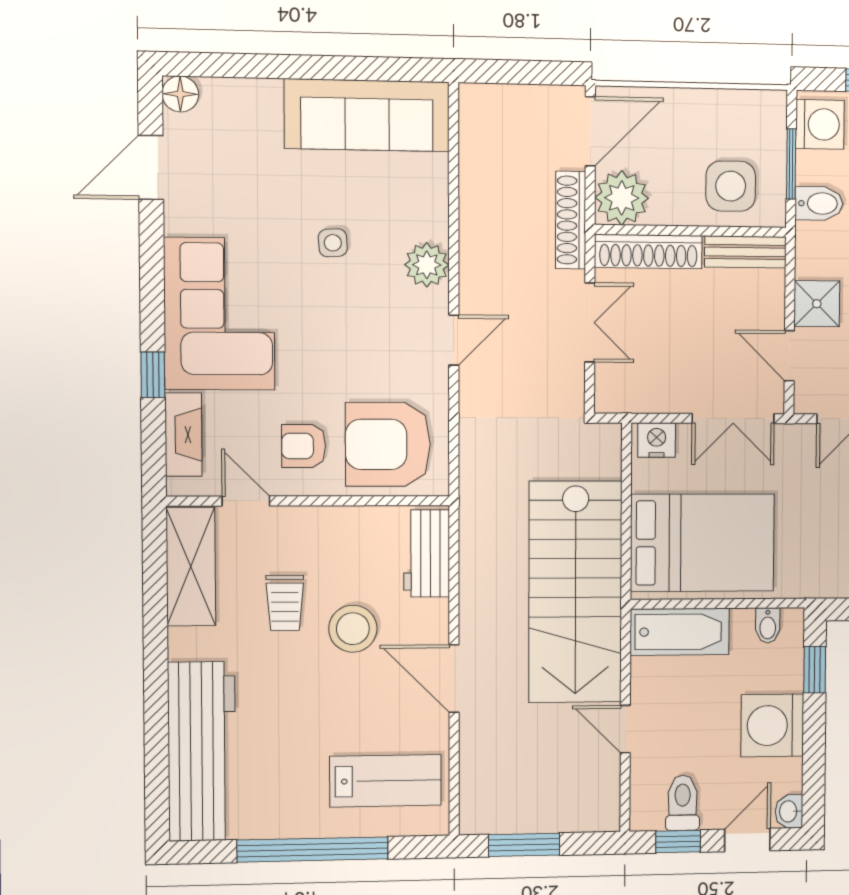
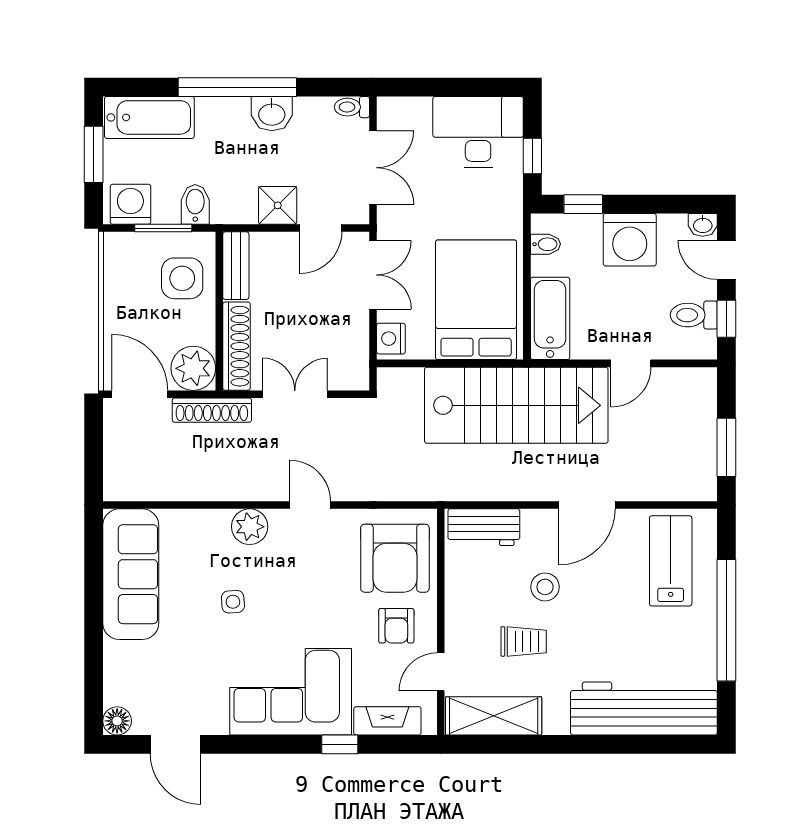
stool: (353, 629) -> (545, 587), width x0.73, depth x0.73

